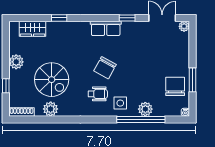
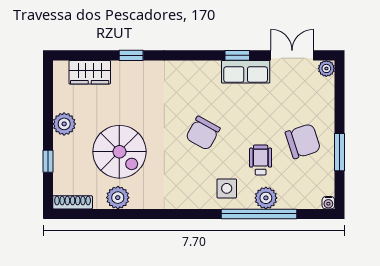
row of seats: (106, 28) -> (246, 72), moved
chair: (175, 86) -> (303, 141), moved, turned 72
wheelchair: (98, 94) -> (261, 160), moved, turned -90

